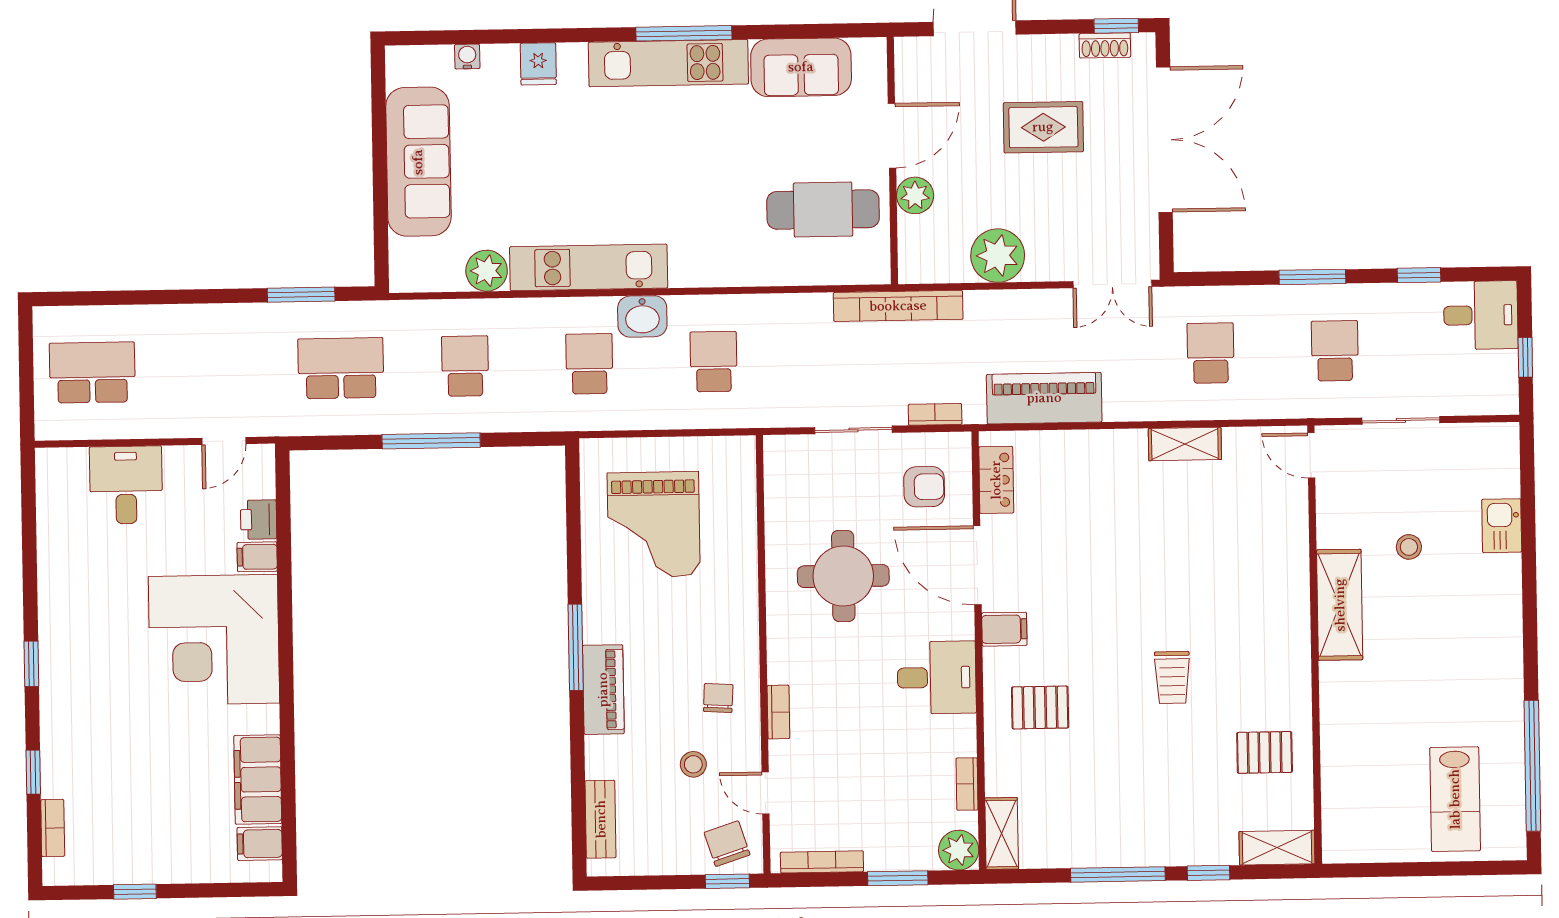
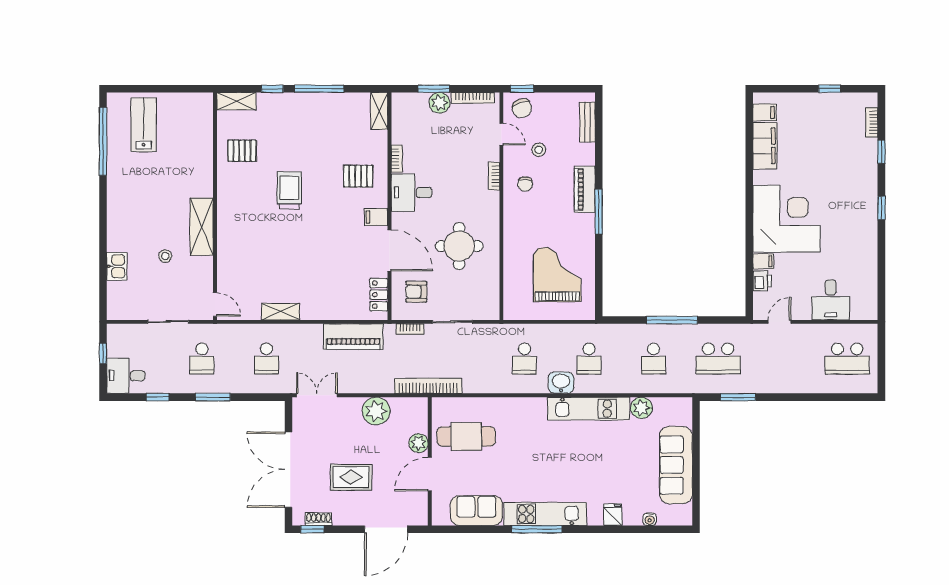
trolley: (1172, 677) -> (289, 190), width x1.36, depth x1.39
bookcase: (967, 784) -> (397, 159), moved
plant: (959, 850) -> (439, 103), moved

